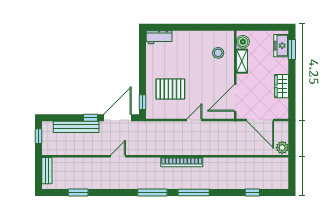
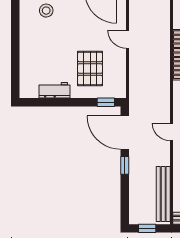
workbench: (159, 37) -> (55, 90), moved, turned -90
bench: (76, 127) -> (163, 194), moved

